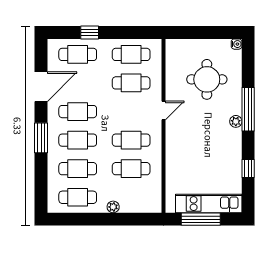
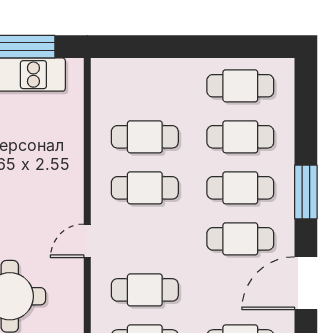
plant: (113, 207) -> (177, 69), removed

